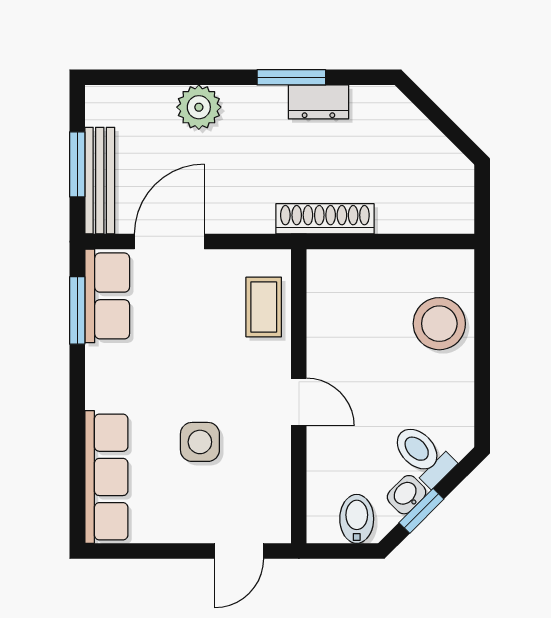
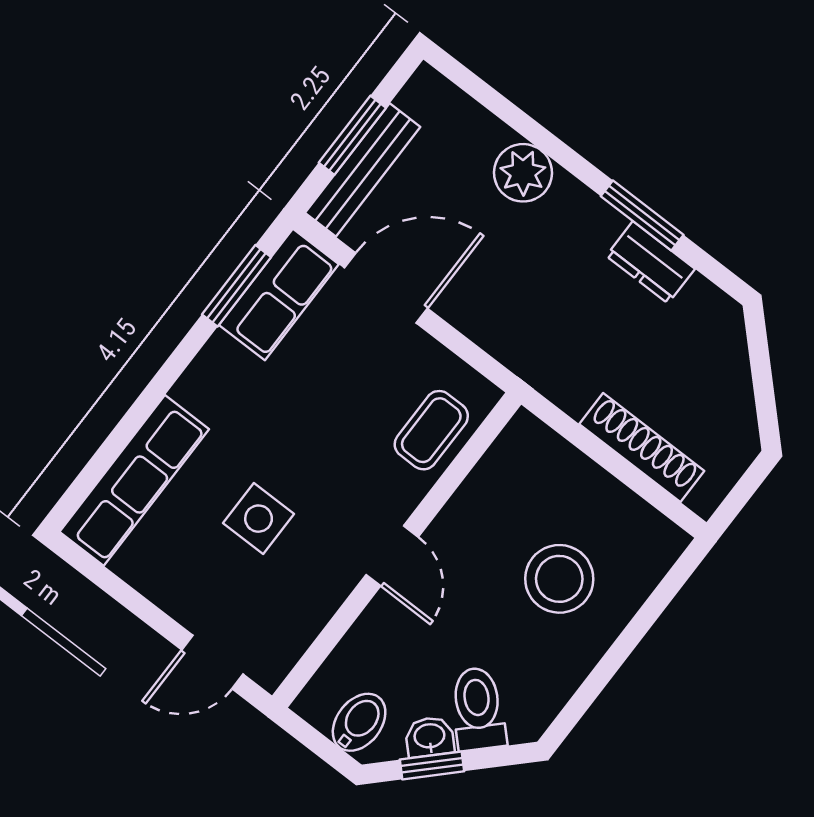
shoe rack: (325, 219) -> (642, 447), moved
stool: (439, 324) -> (559, 579), moved

